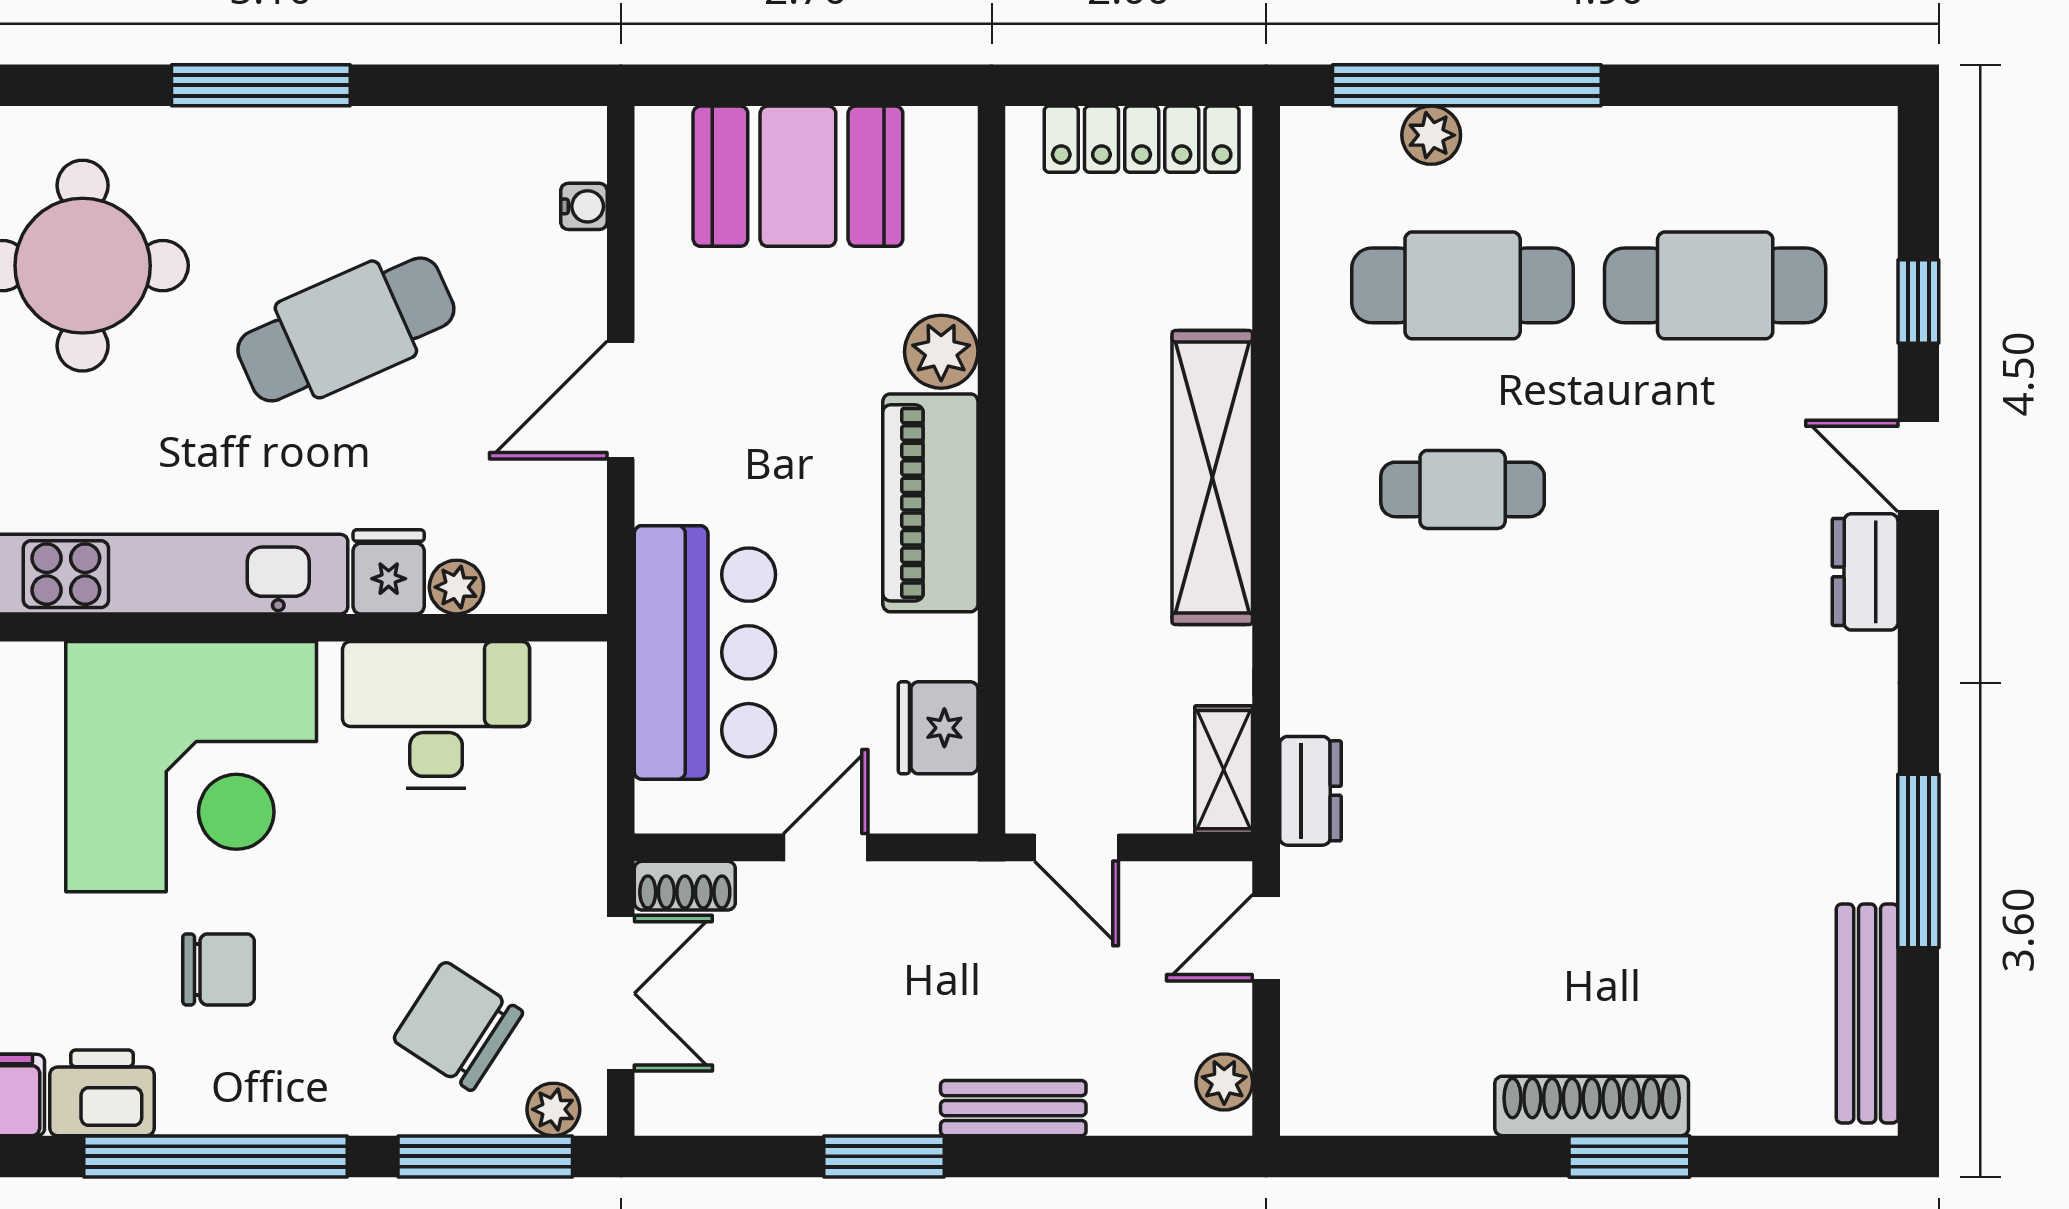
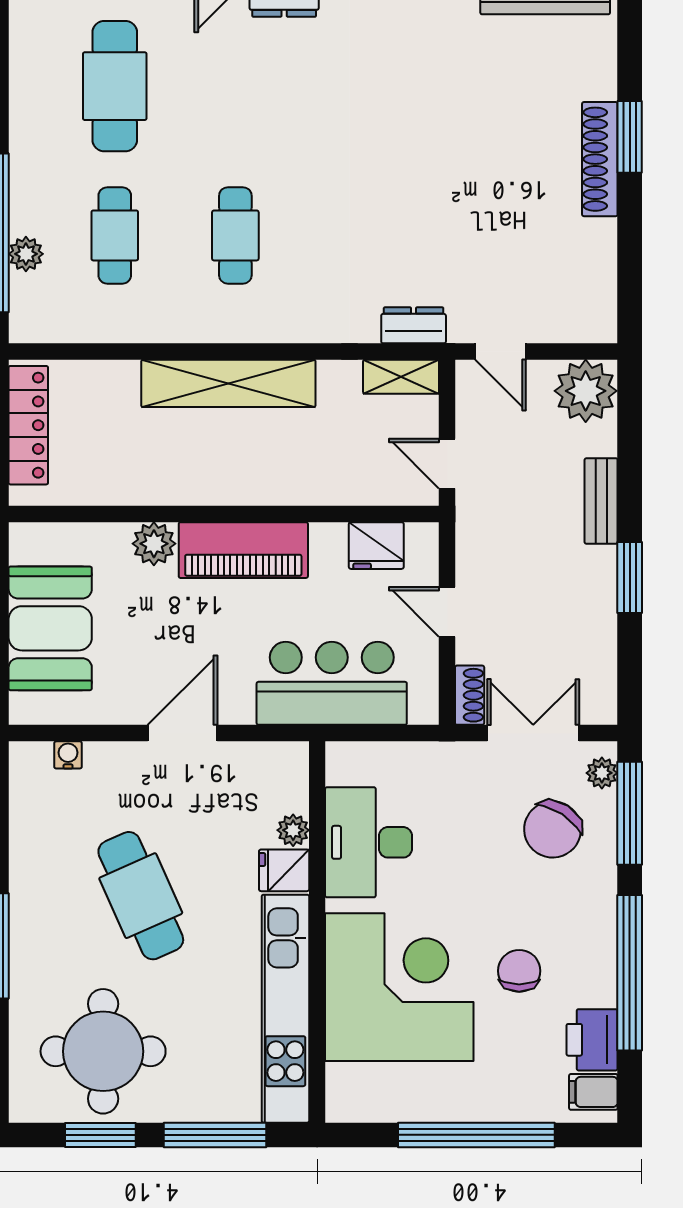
cafe table: (1463, 285) -> (115, 235), width x0.73, depth x0.74
door: (621, 400) -> (183, 733), swing flipped
door: (1077, 847) -> (447, 464), swing flipped
plant: (1224, 1082) -> (586, 391), width x1.88, depth x1.88

